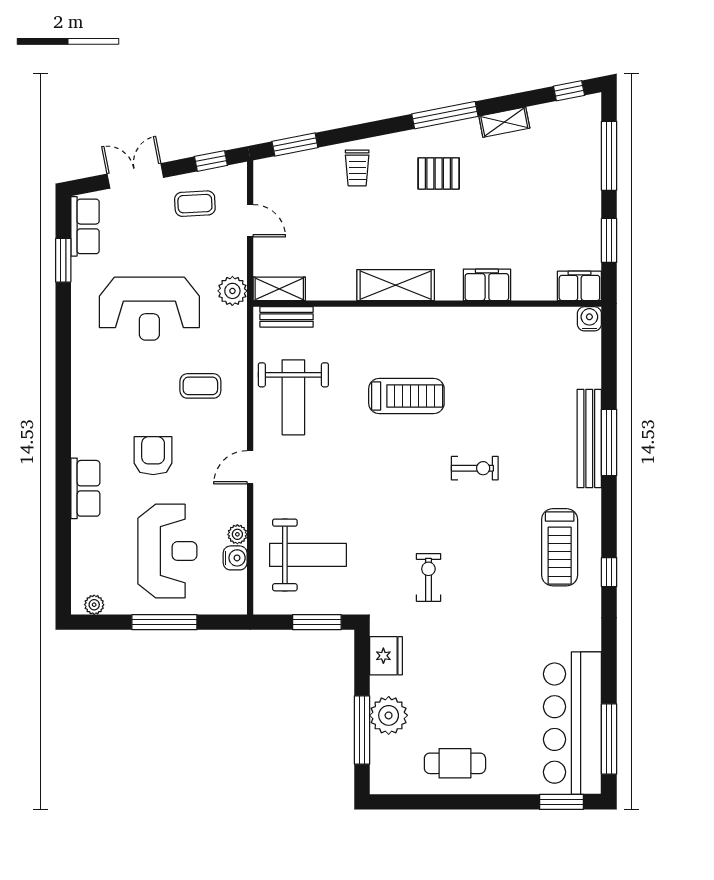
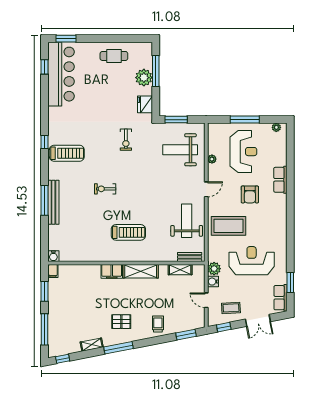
filing cabinet: (487, 285) -> (112, 271), moved
filing cabinet: (579, 286) -> (53, 271), width x0.50
shelving: (279, 289) -> (180, 270), moved
coffee table: (200, 386) -> (229, 226), width x1.86, depth x1.72
treadmill: (406, 396) -> (128, 232), moved, turned 180
treadmill: (560, 547) -> (67, 153), turned 90
reception desk: (167, 551) -> (243, 152), turned 180
water cooler: (235, 558) -> (213, 282), moved
window: (609, 739) -> (45, 67), width x0.46

